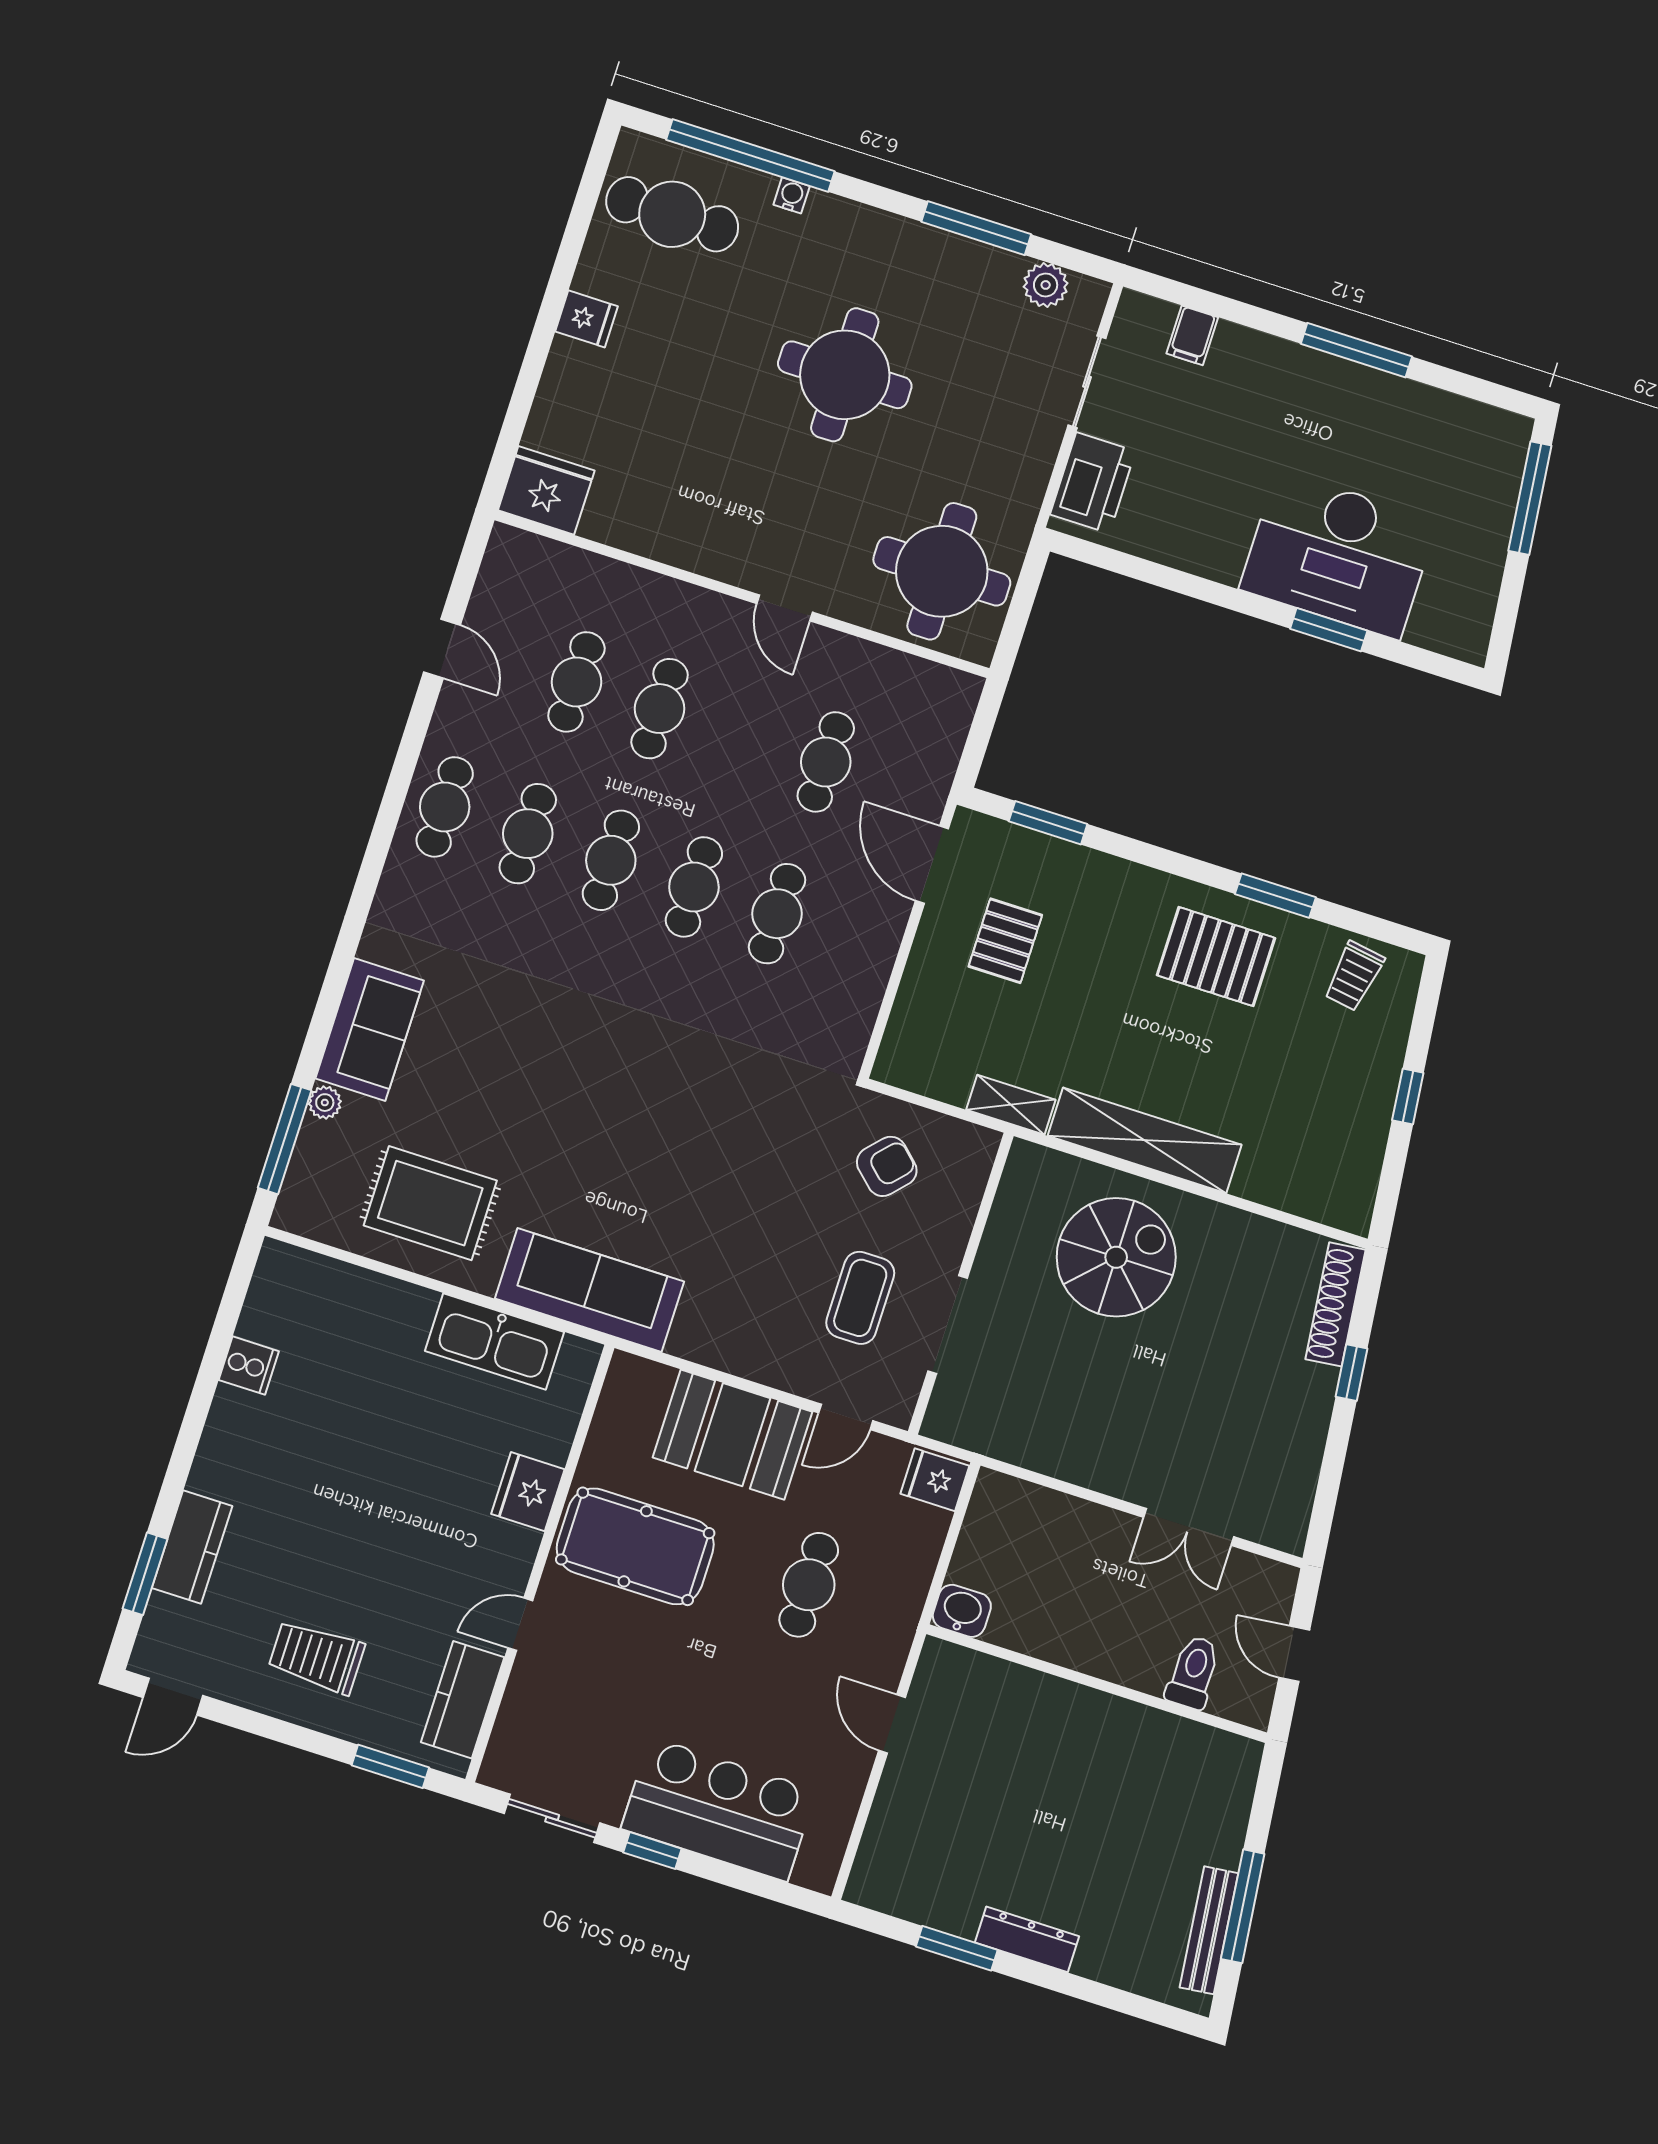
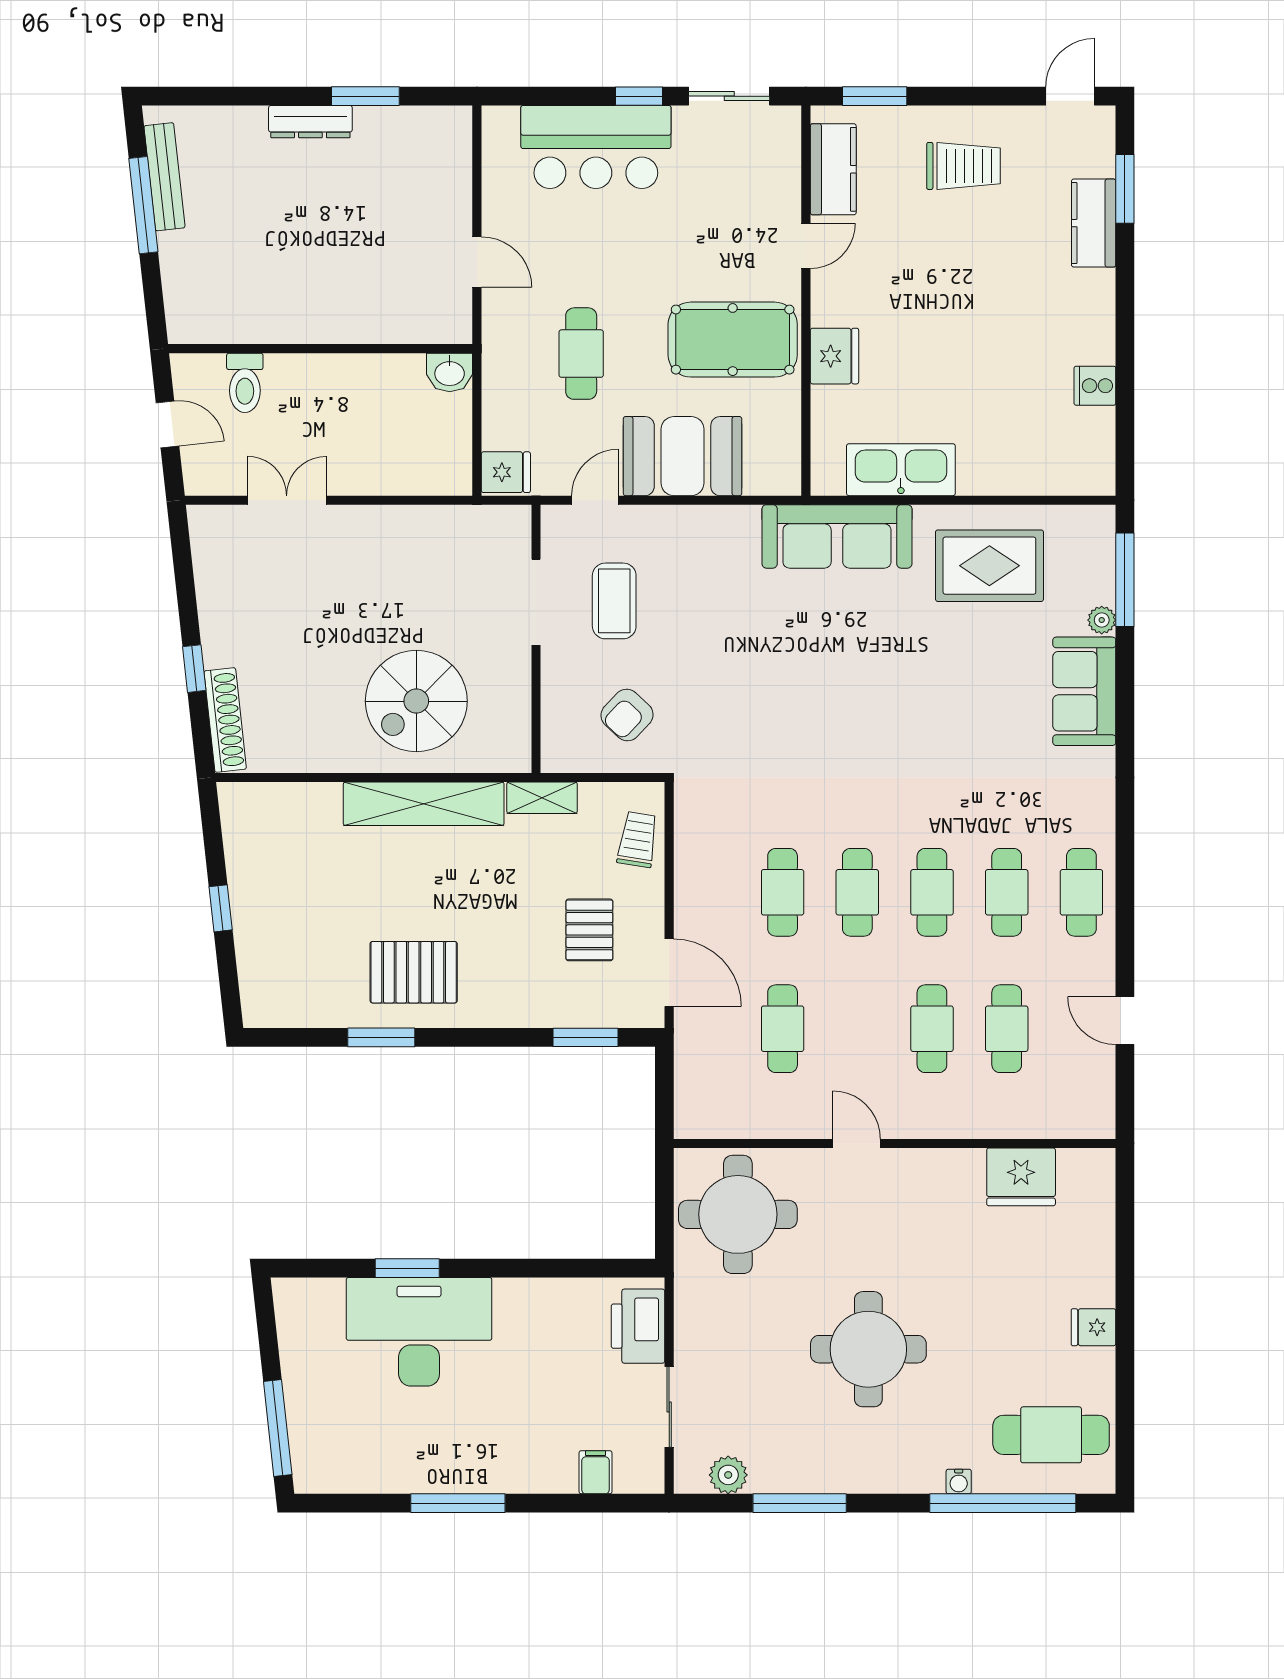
fridge: (546, 490) -> (1021, 1177), moved
trolley: (1354, 976) -> (638, 840), moved

